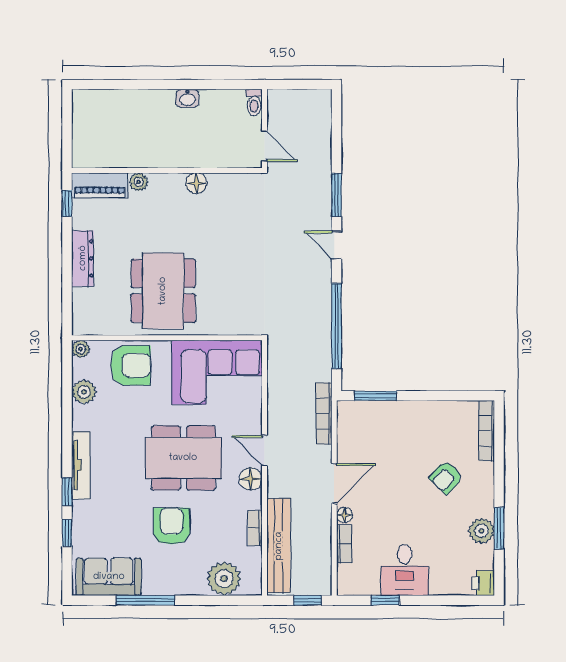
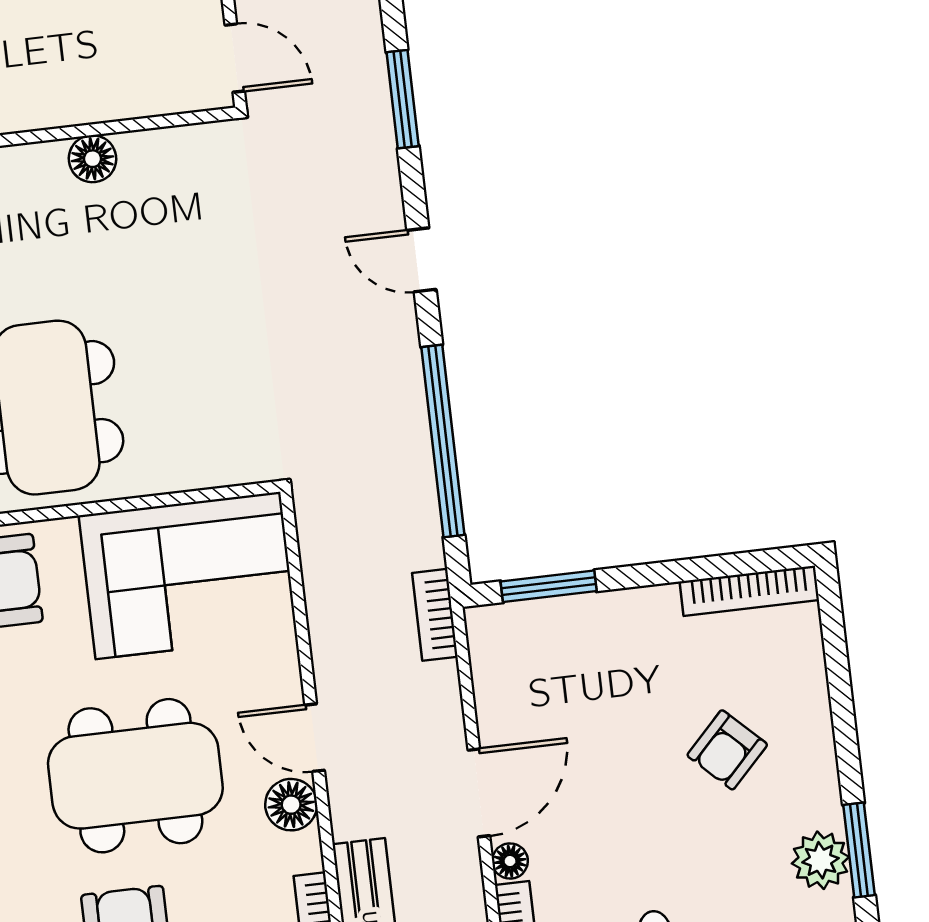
window: (337, 195) -> (403, 99), moved
bookcase: (324, 414) -> (435, 615), width x0.64
bookcase: (487, 431) -> (749, 591), moved, turned -90

